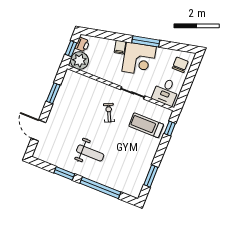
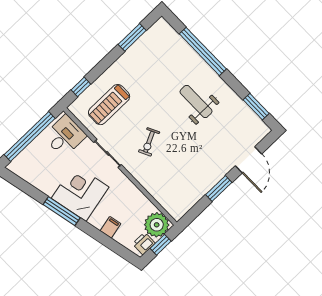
filing cabinet: (120, 47) -> (110, 227), moved
chair: (180, 65) -> (31, 162), removed
window: (189, 81) -> (30, 137), added
window: (53, 93) -> (219, 189), moved
treadmill: (146, 125) -> (109, 105), turned 90
window: (64, 173) -> (256, 107), moved

